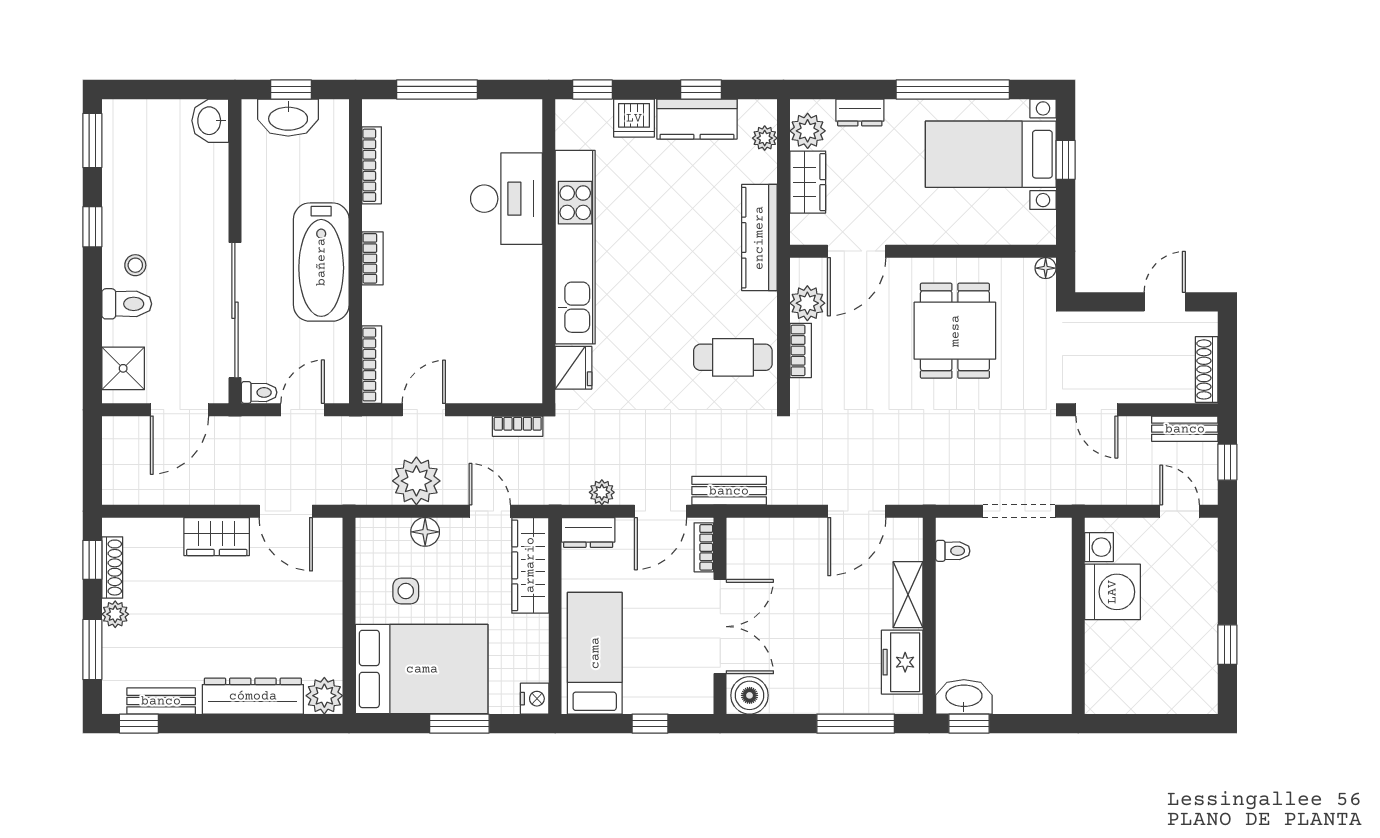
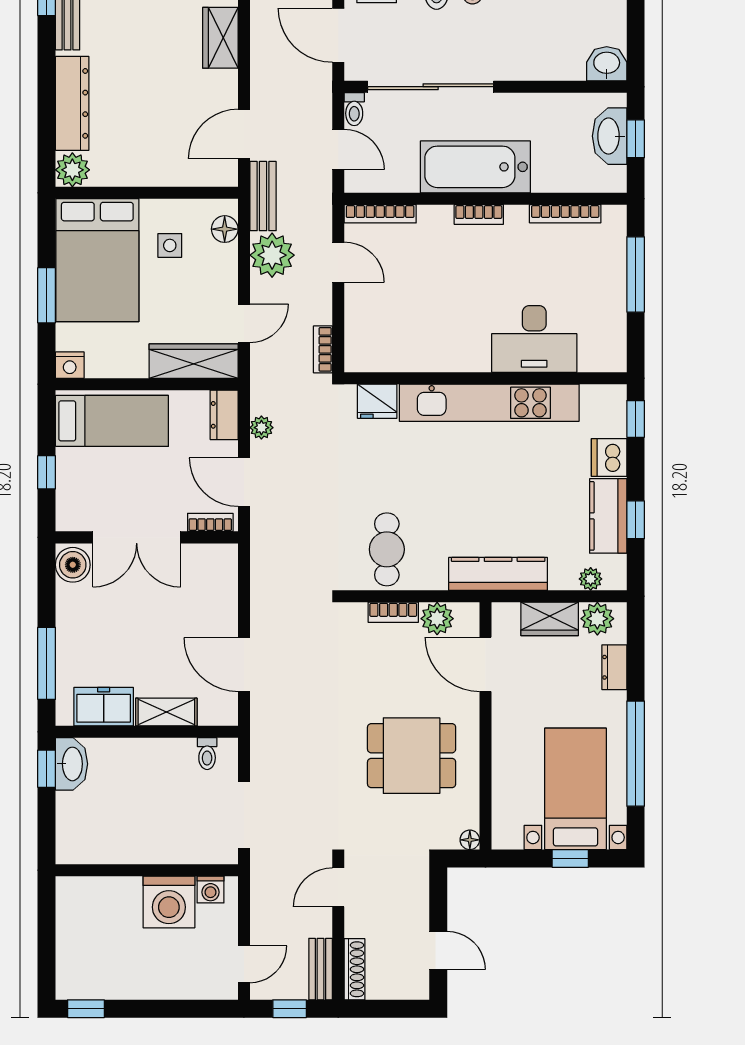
shoe rack: (1207, 369) -> (354, 969), moved, turned 90
bench: (729, 491) -> (263, 196), moved
floor lamp: (425, 532) -> (225, 229), moved
wardrobe: (217, 537) -> (220, 38), moved
window: (1227, 645) -> (86, 1009), moved

